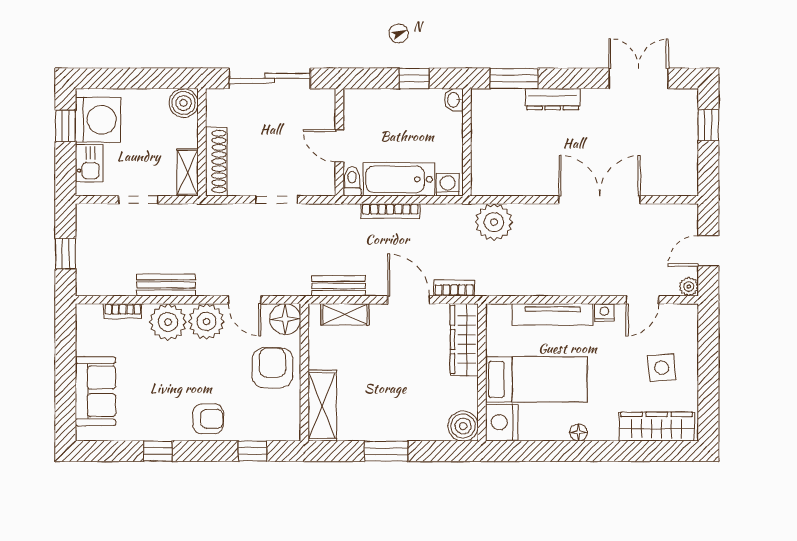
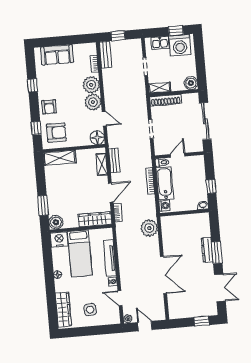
window: (514, 78) -> (217, 252), moved
bench: (166, 285) -> (105, 55), moved
door: (245, 300) -> (104, 119), swing flipped
armchair: (272, 368) -> (56, 133), moved
window: (386, 451) -> (43, 206), moved

